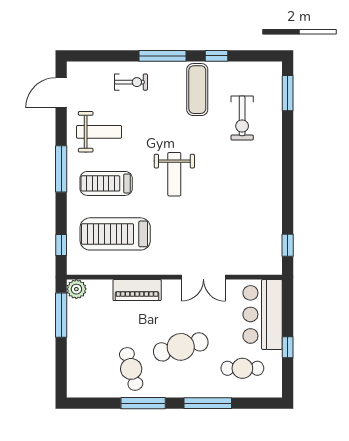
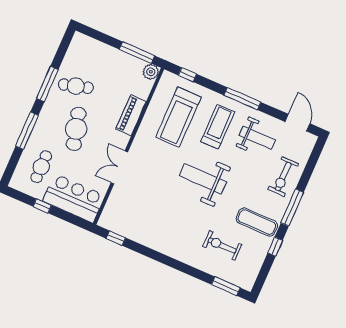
exercise bike: (131, 82) -> (283, 177), width x1.38, depth x1.39
weight bench: (99, 132) -> (257, 138), turned -90
weight bench: (174, 174) -> (203, 179), width x1.36, depth x1.33
treadmill: (115, 234) -> (178, 117), turned 180

